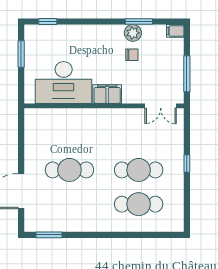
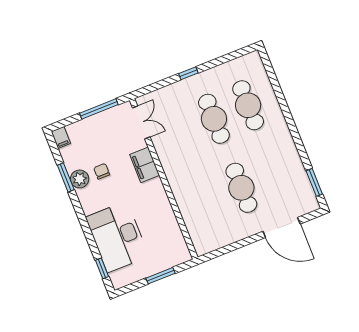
window: (21, 54) -> (161, 276), moved
desk: (64, 82) -> (117, 237), moved, turned 180
filing cabinet: (107, 94) -> (145, 165), moved

